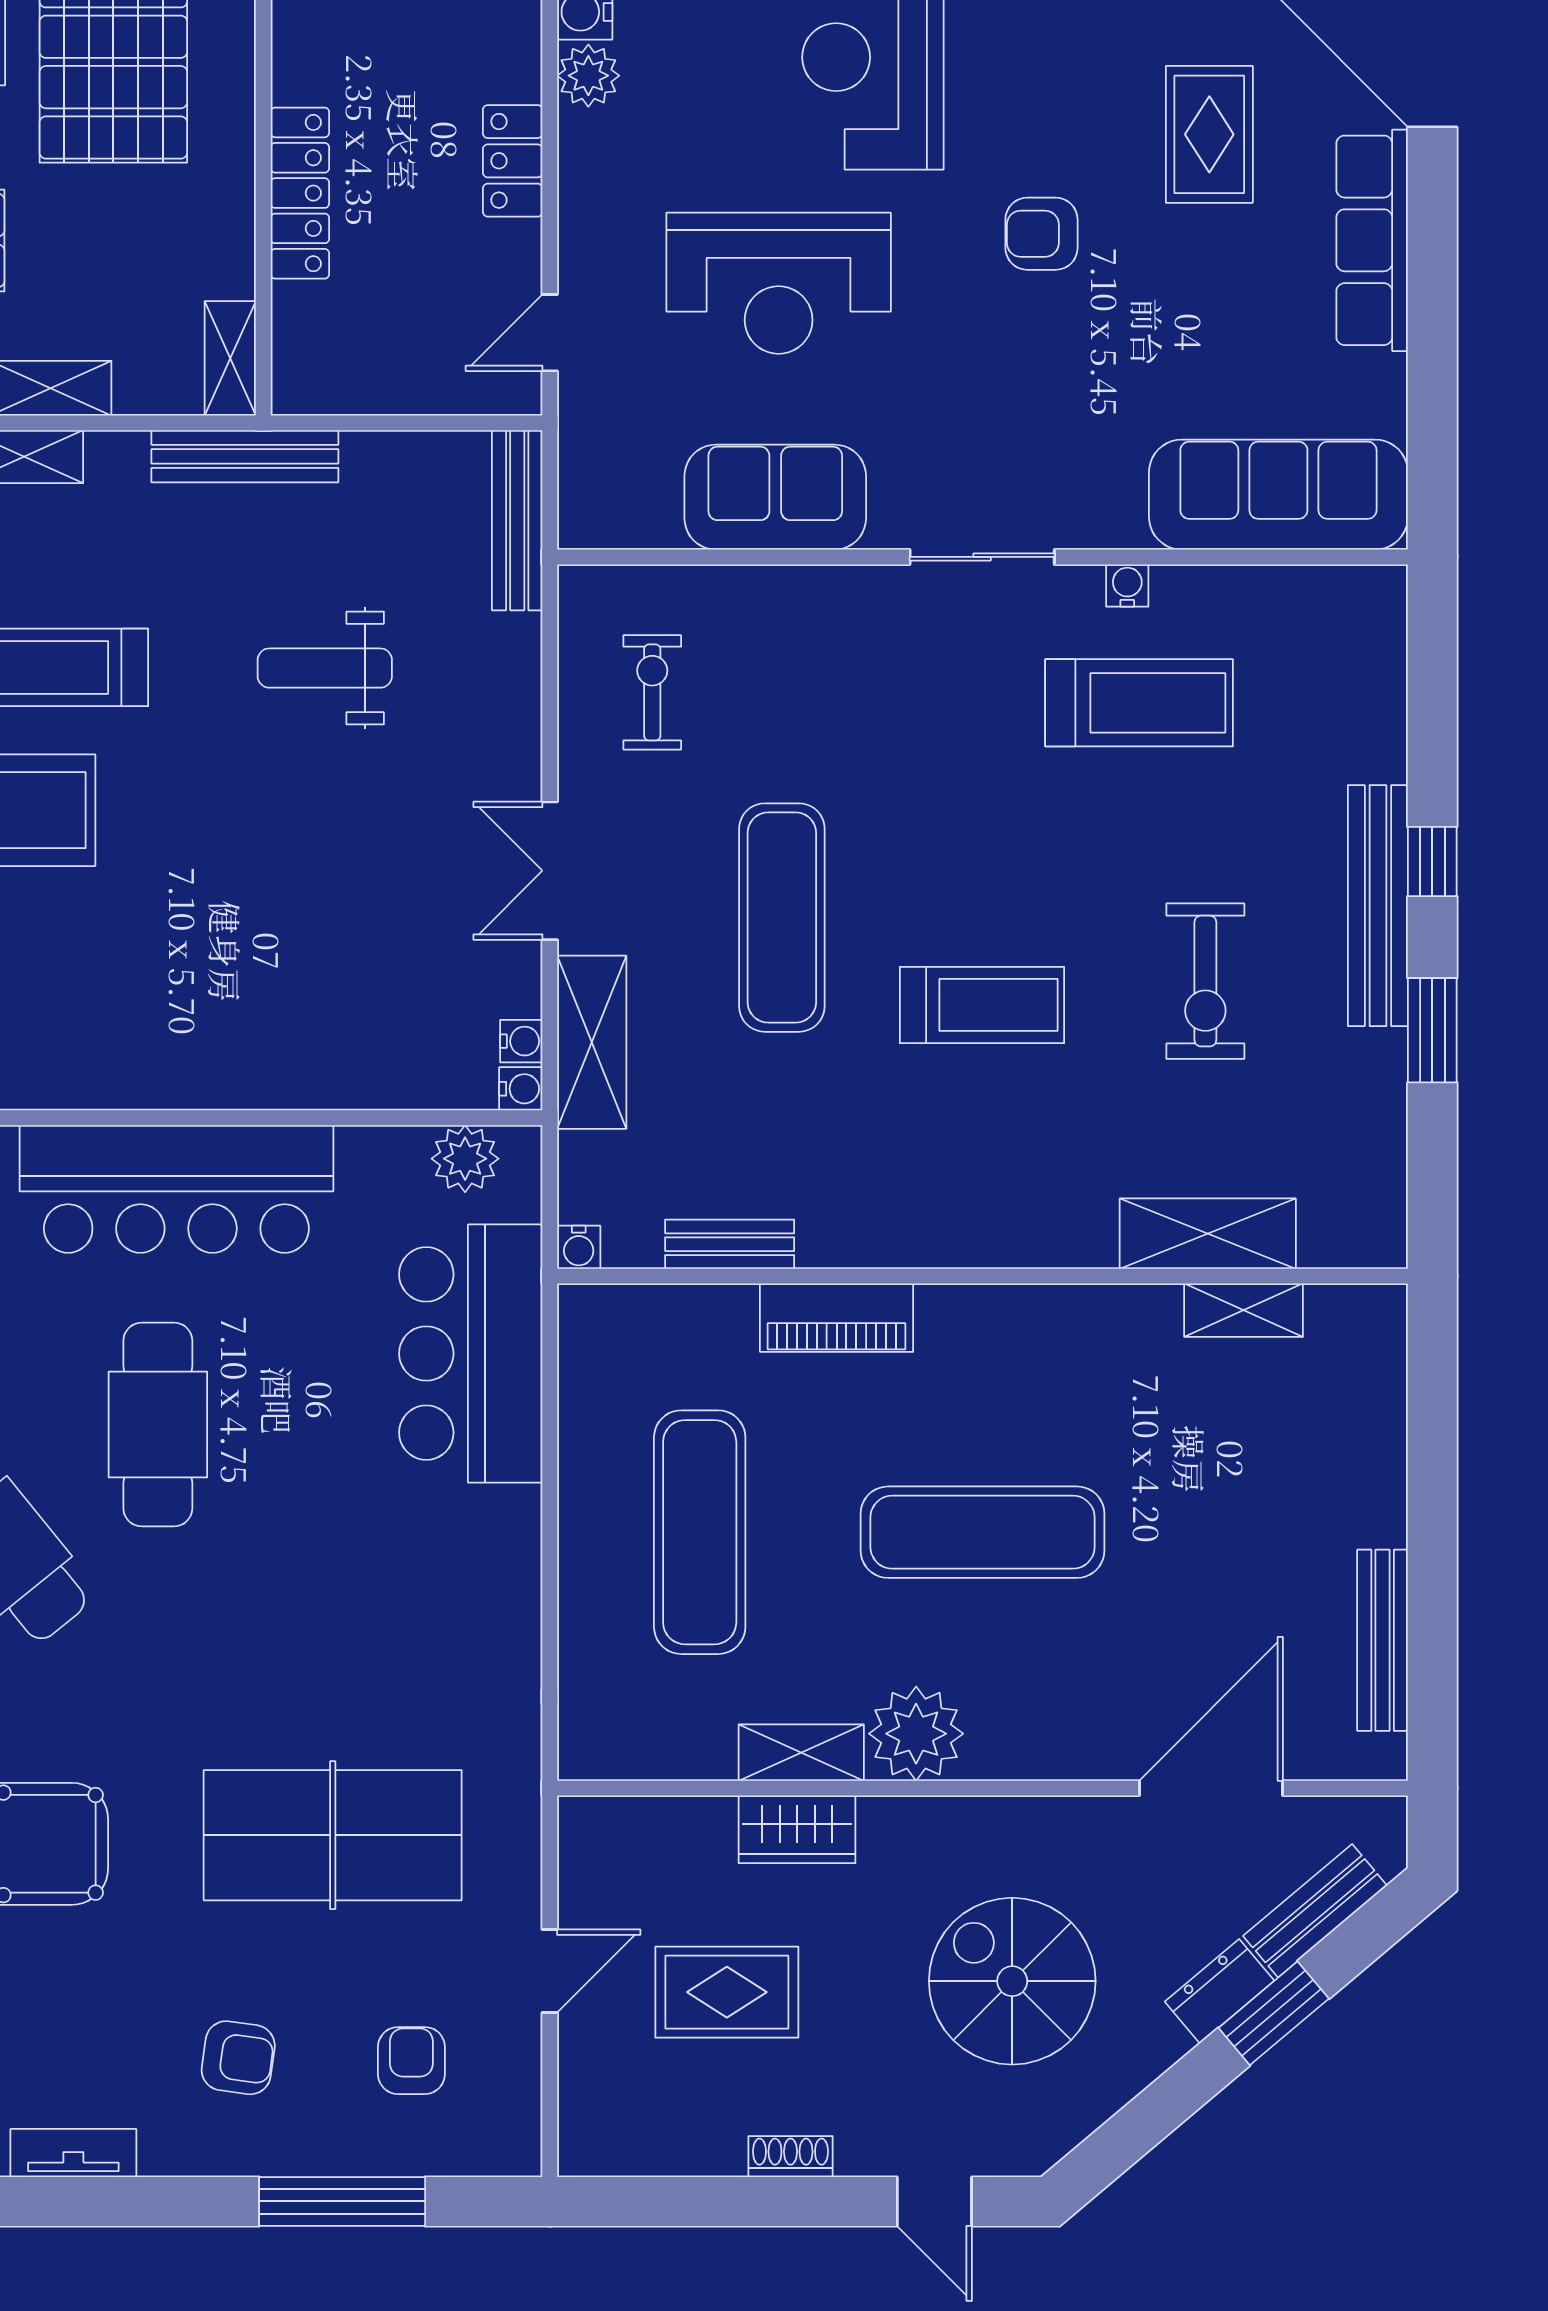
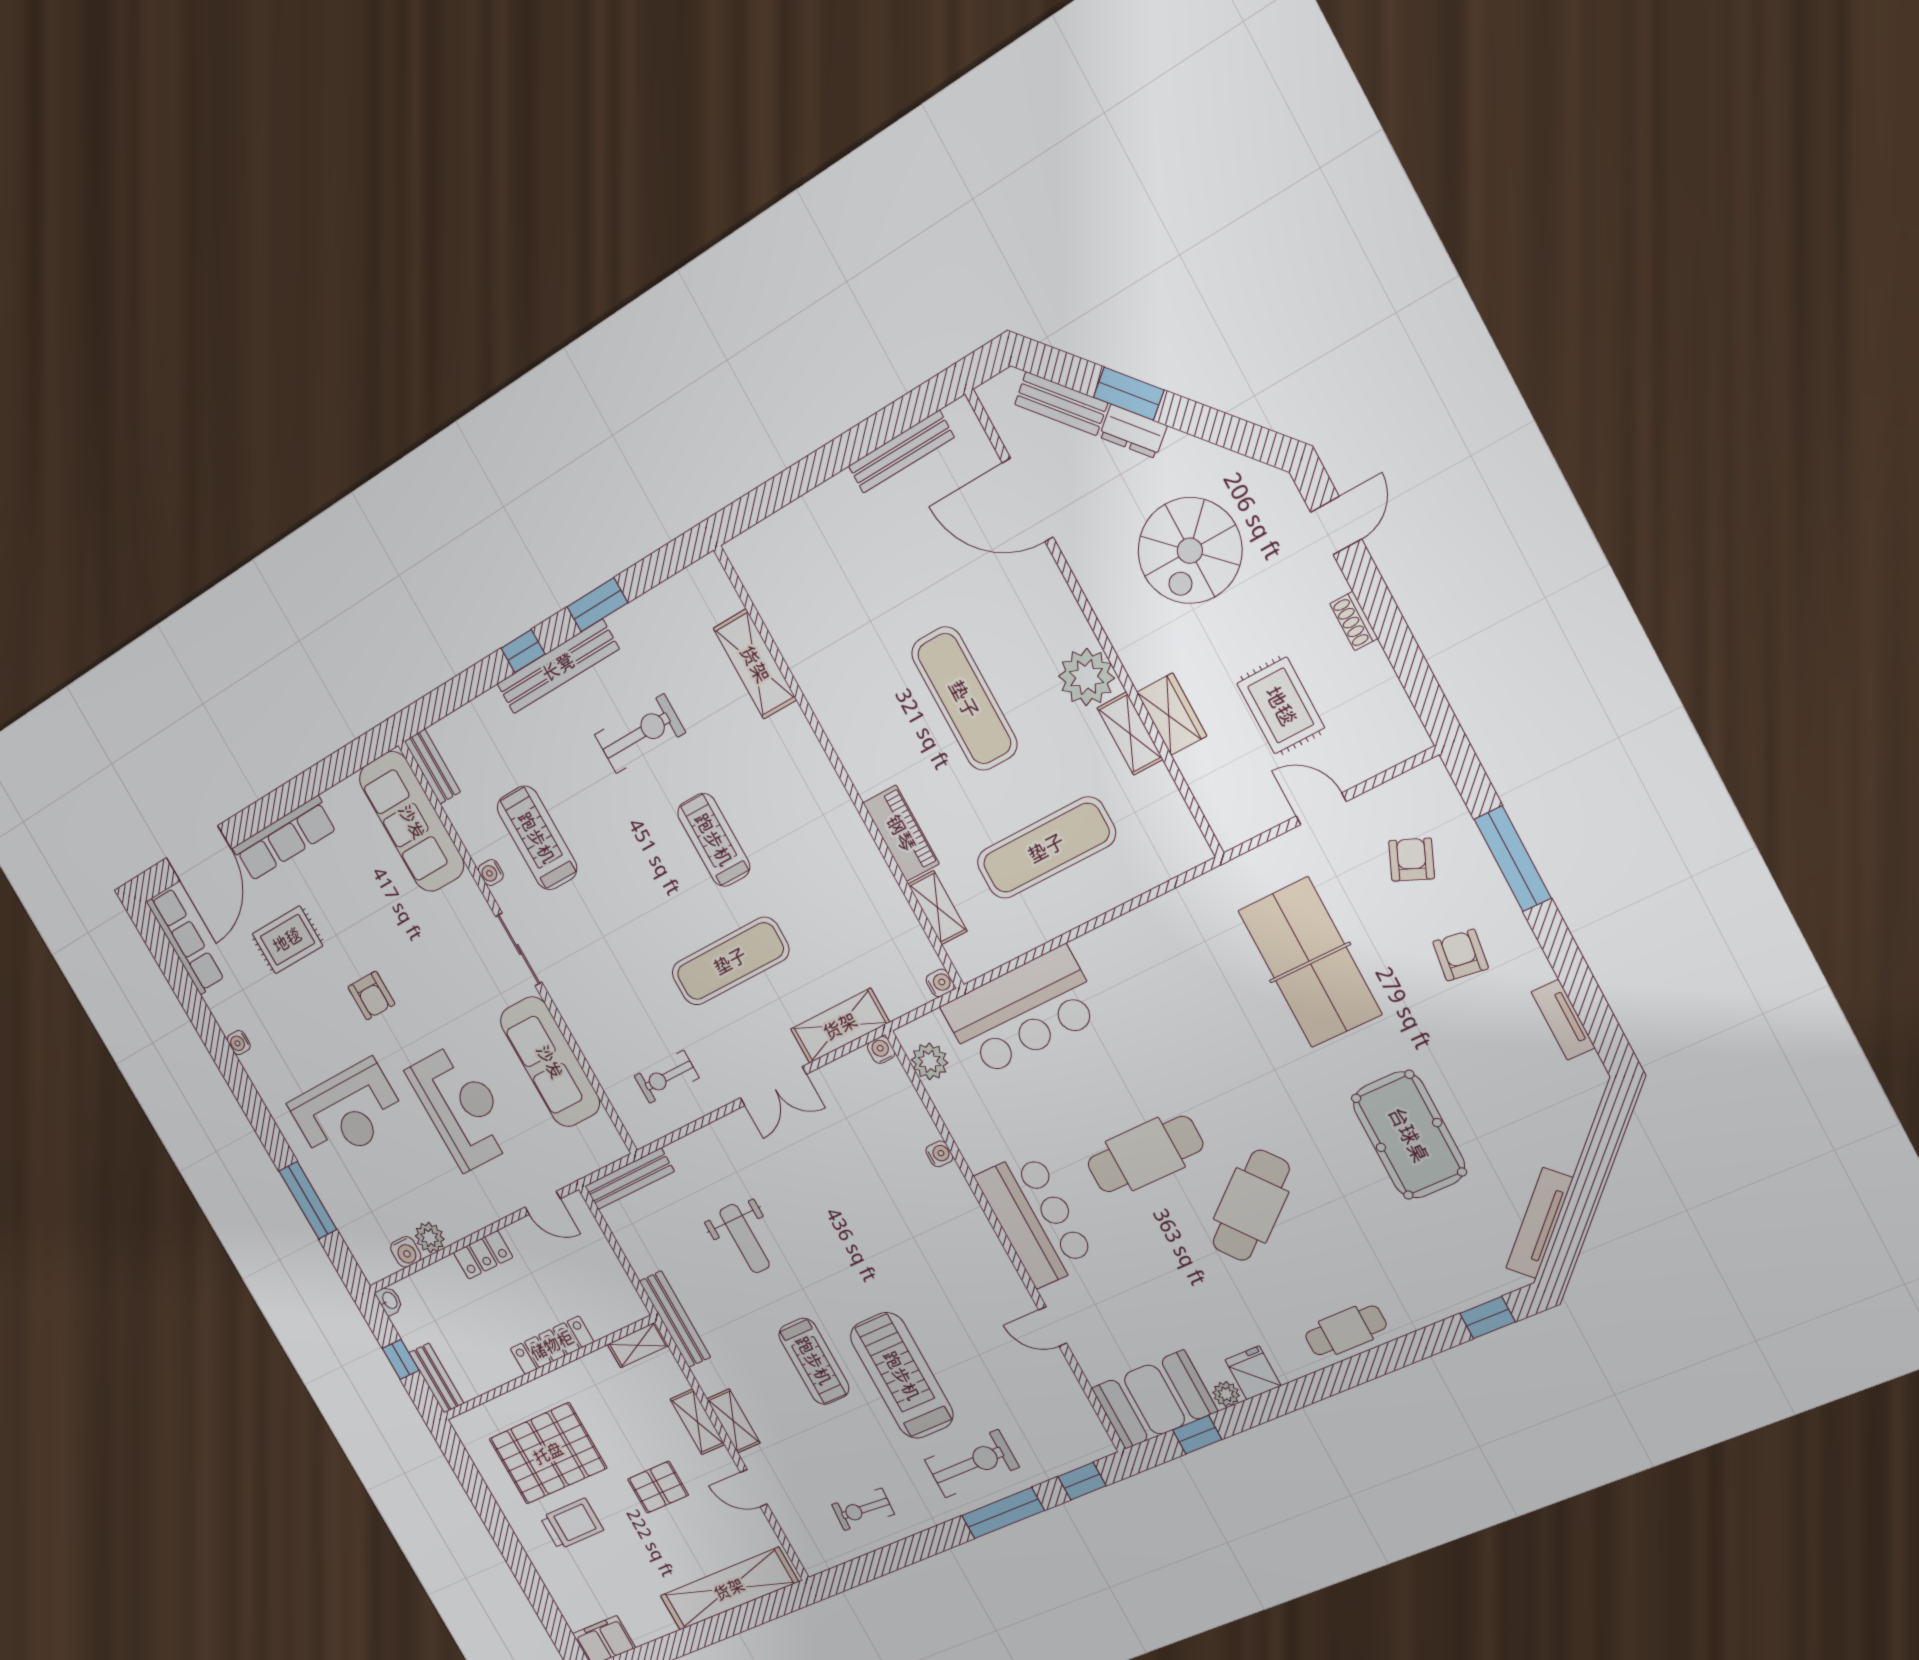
sofa: (775, 497) -> (550, 1062), width x1.36
water cooler: (521, 1041) -> (939, 1154), moved, turned 90
bar counter: (176, 1189) -> (1036, 1219), width x0.73
bench: (730, 1244) -> (432, 767), moved
shelving: (1244, 1310) -> (937, 908), moved
armchair: (411, 2061) -> (1412, 860), turned 113

